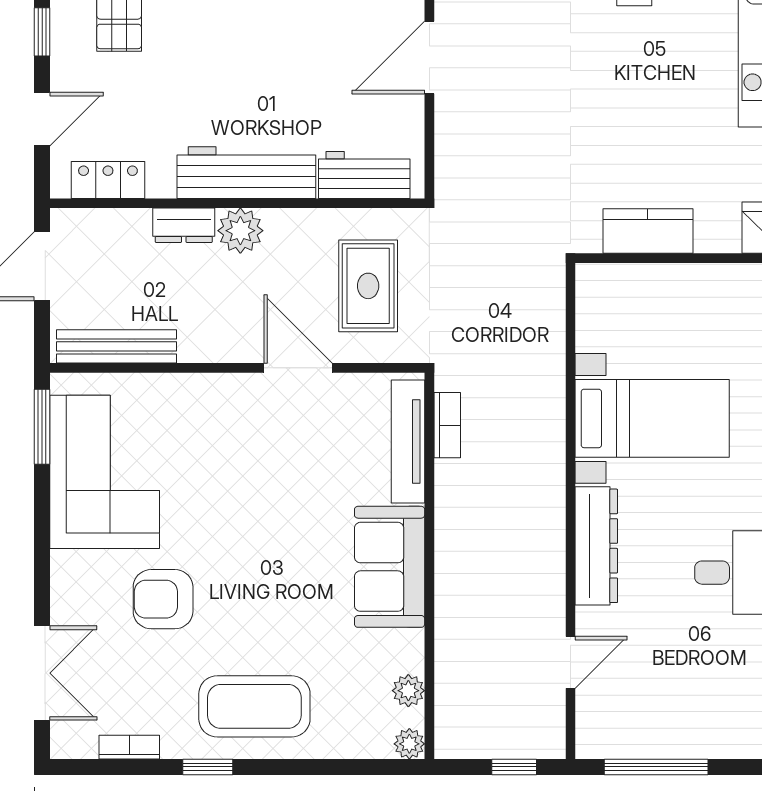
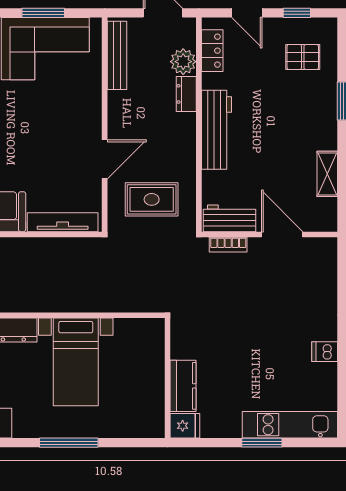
workbench: (364, 175) -> (230, 218), moved, turned -90
plant: (240, 231) -> (183, 62), moved
kitchen counter: (648, 231) -> (183, 386), moved
bookcase: (447, 425) -> (228, 245), moved
window: (42, 427) -> (43, 13), moved

